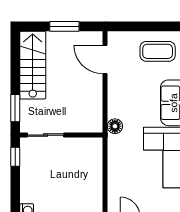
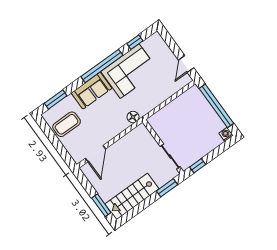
window: (64, 26) -> (101, 205), moved
coffee table: (158, 51) -> (67, 124), turned 90

